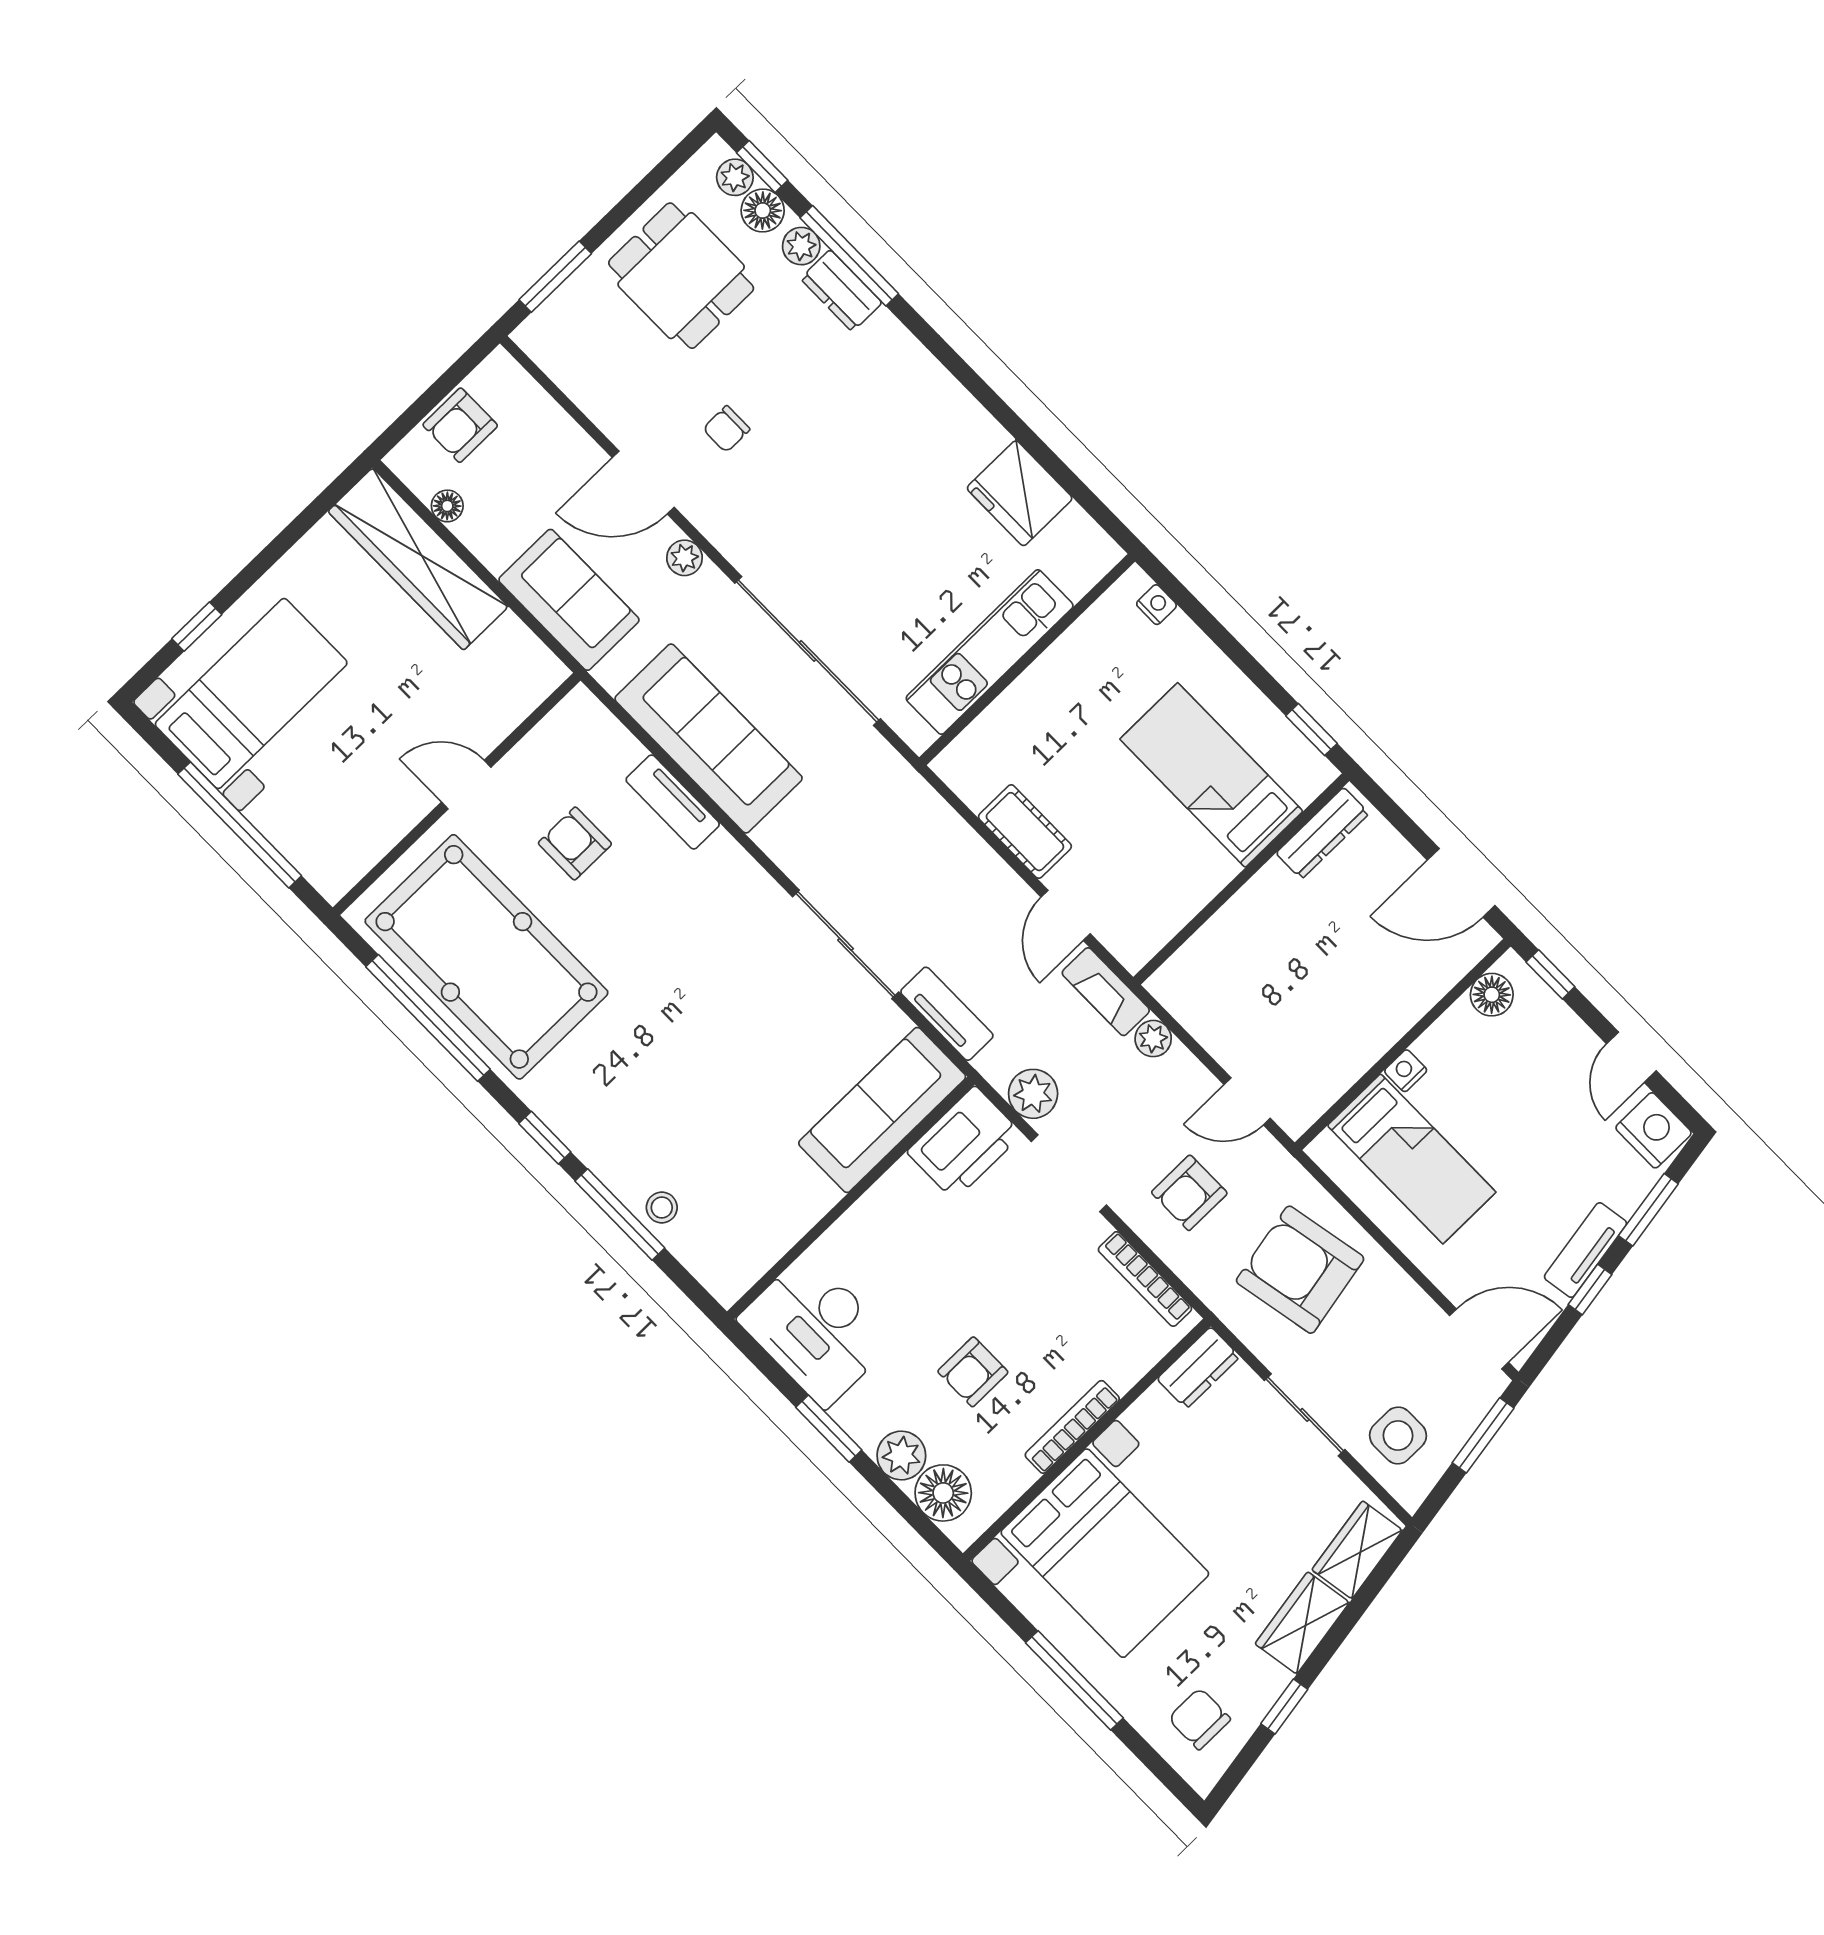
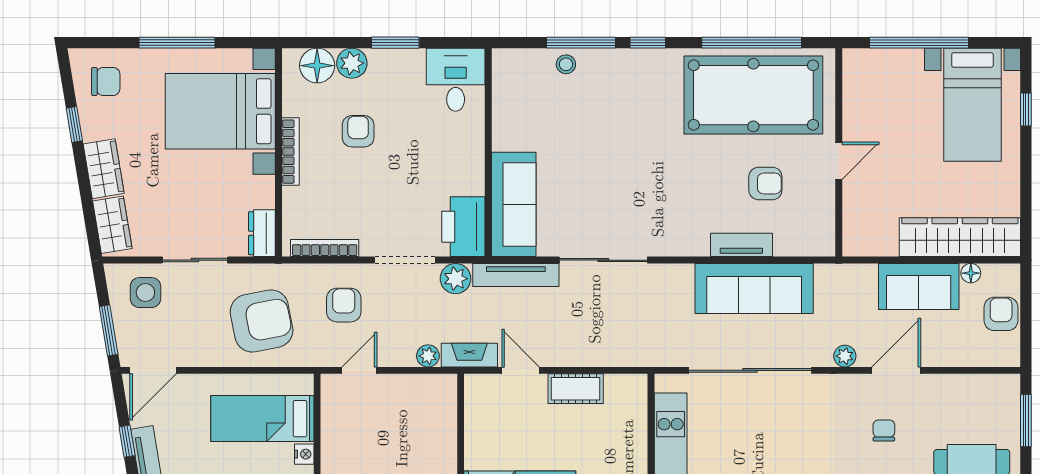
sofa: (569, 600) -> (919, 287), moved
tv unit: (947, 1014) -> (516, 275), width x1.41
desk: (816, 1330) -> (456, 80), width x0.73

